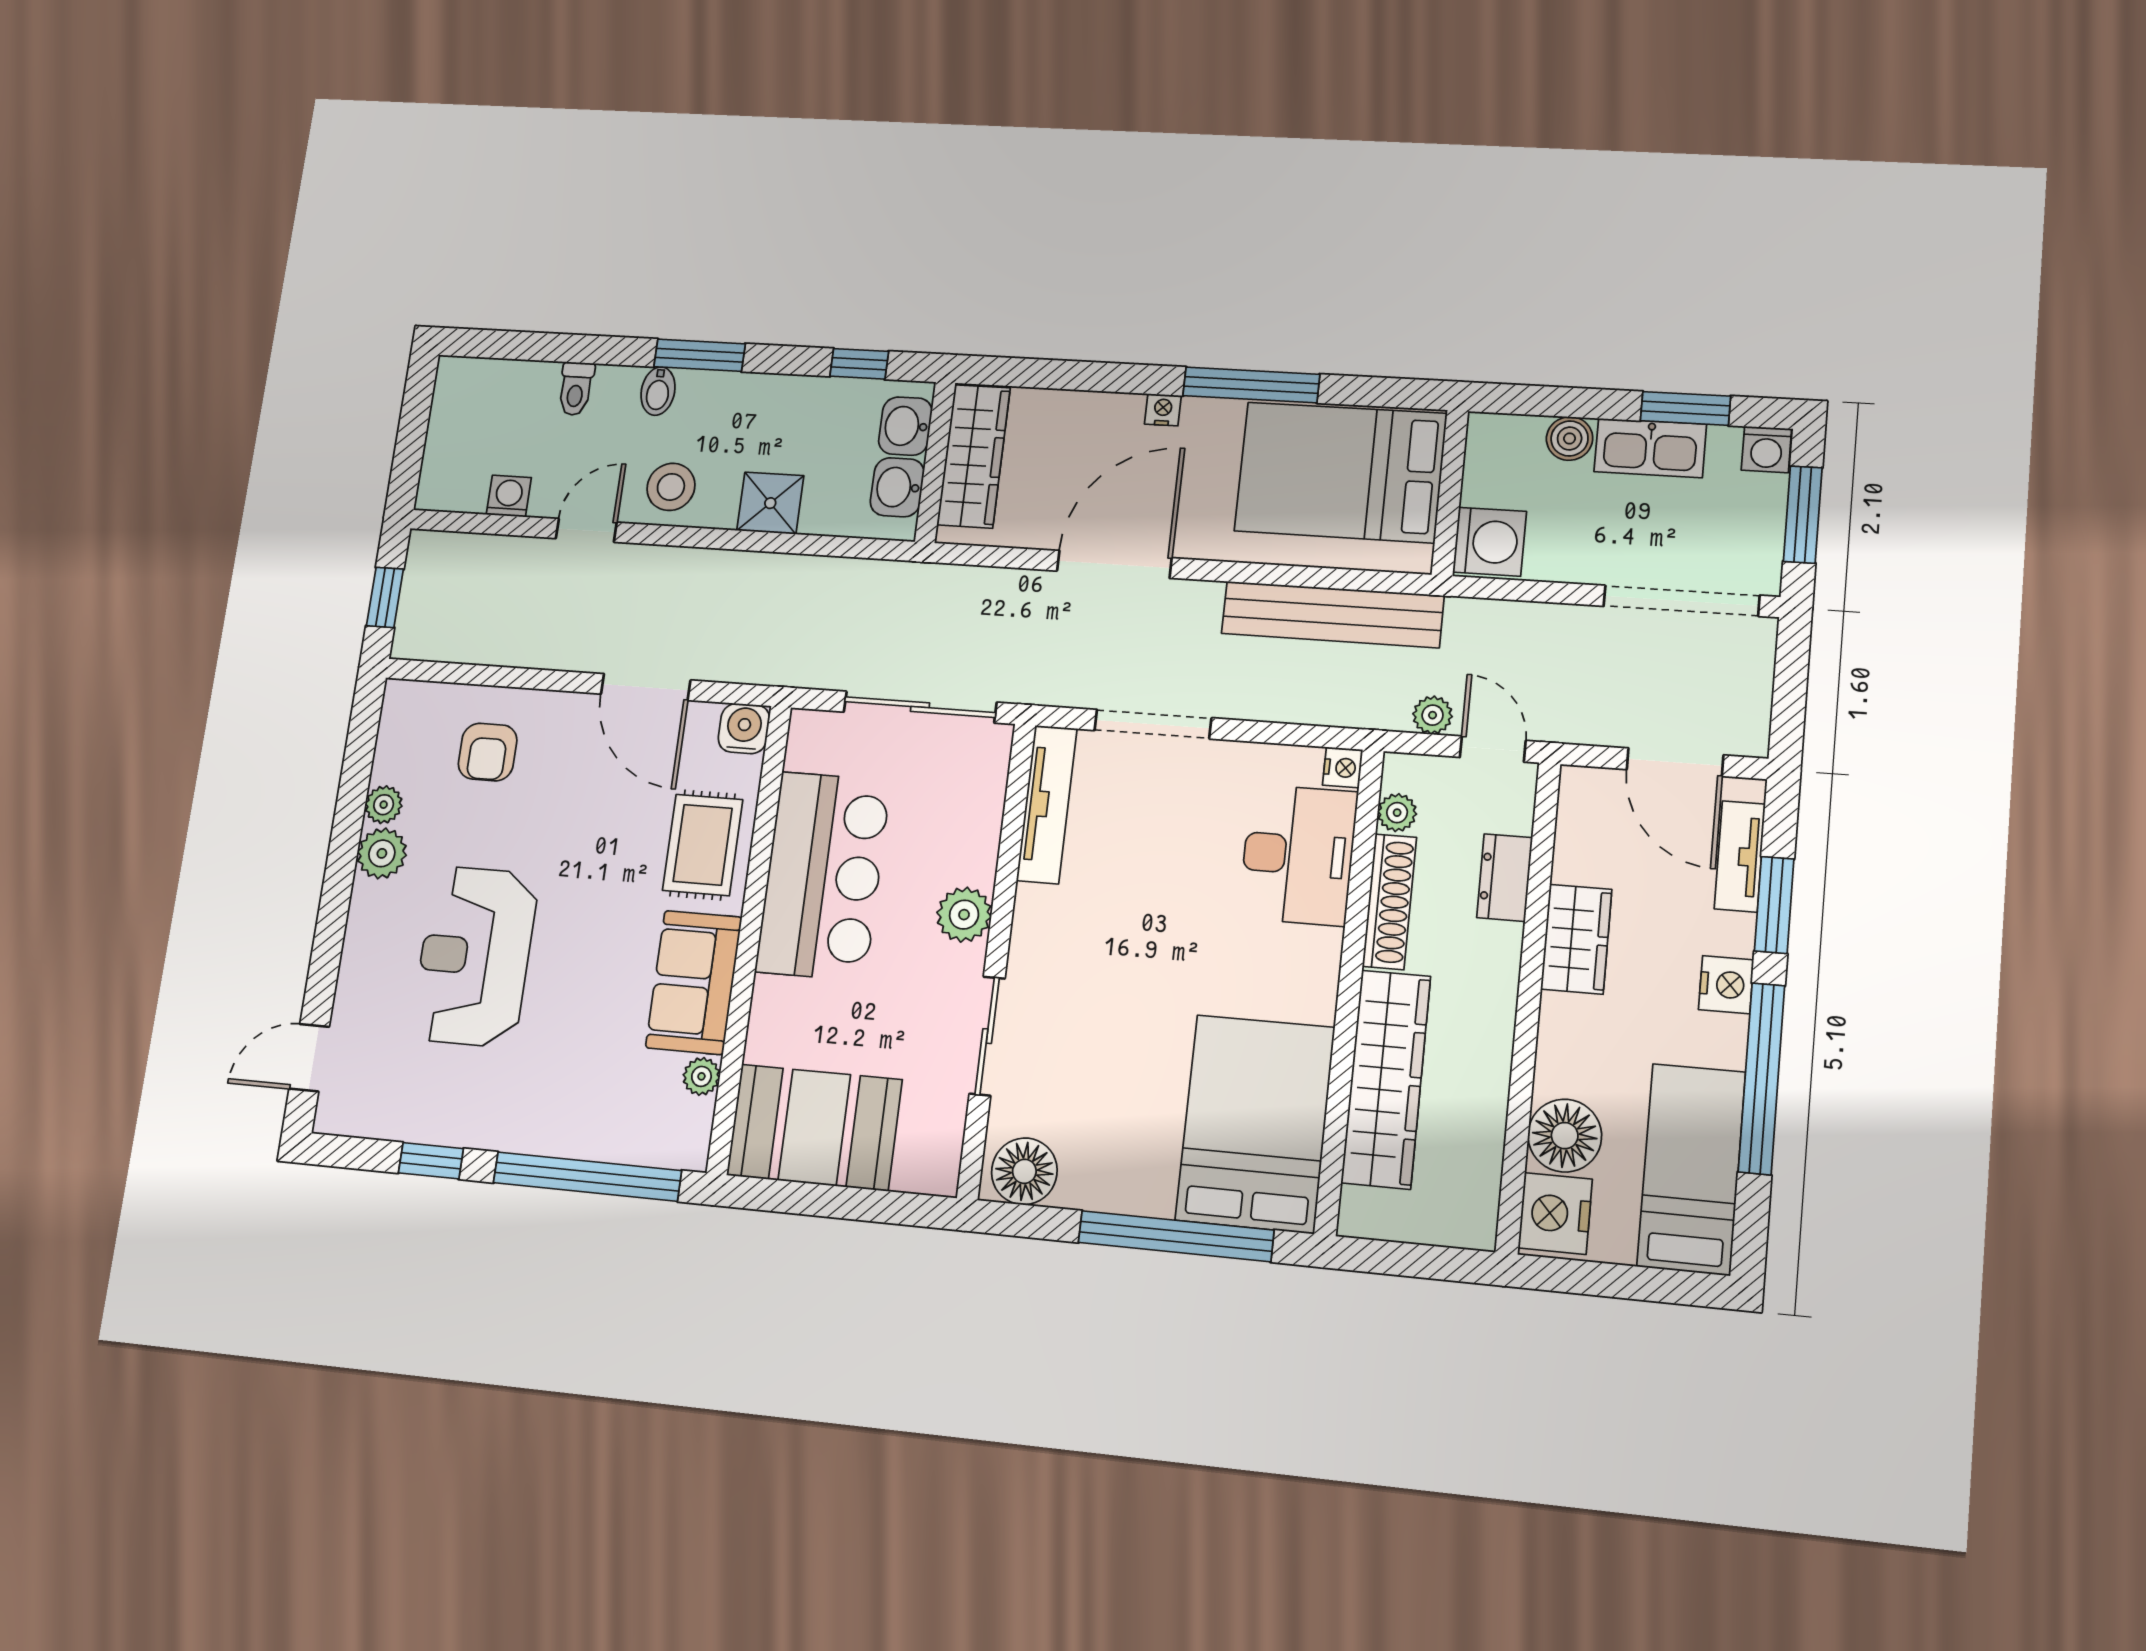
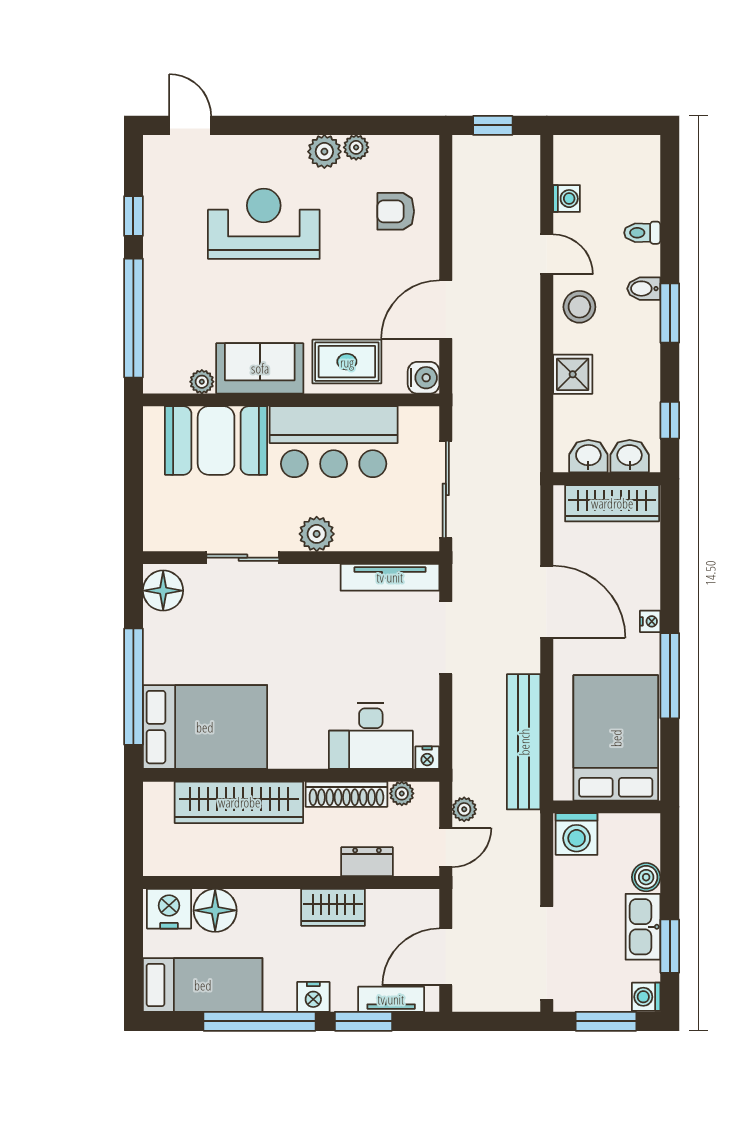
booth: (814, 1127) -> (216, 440), moved, turned 90

